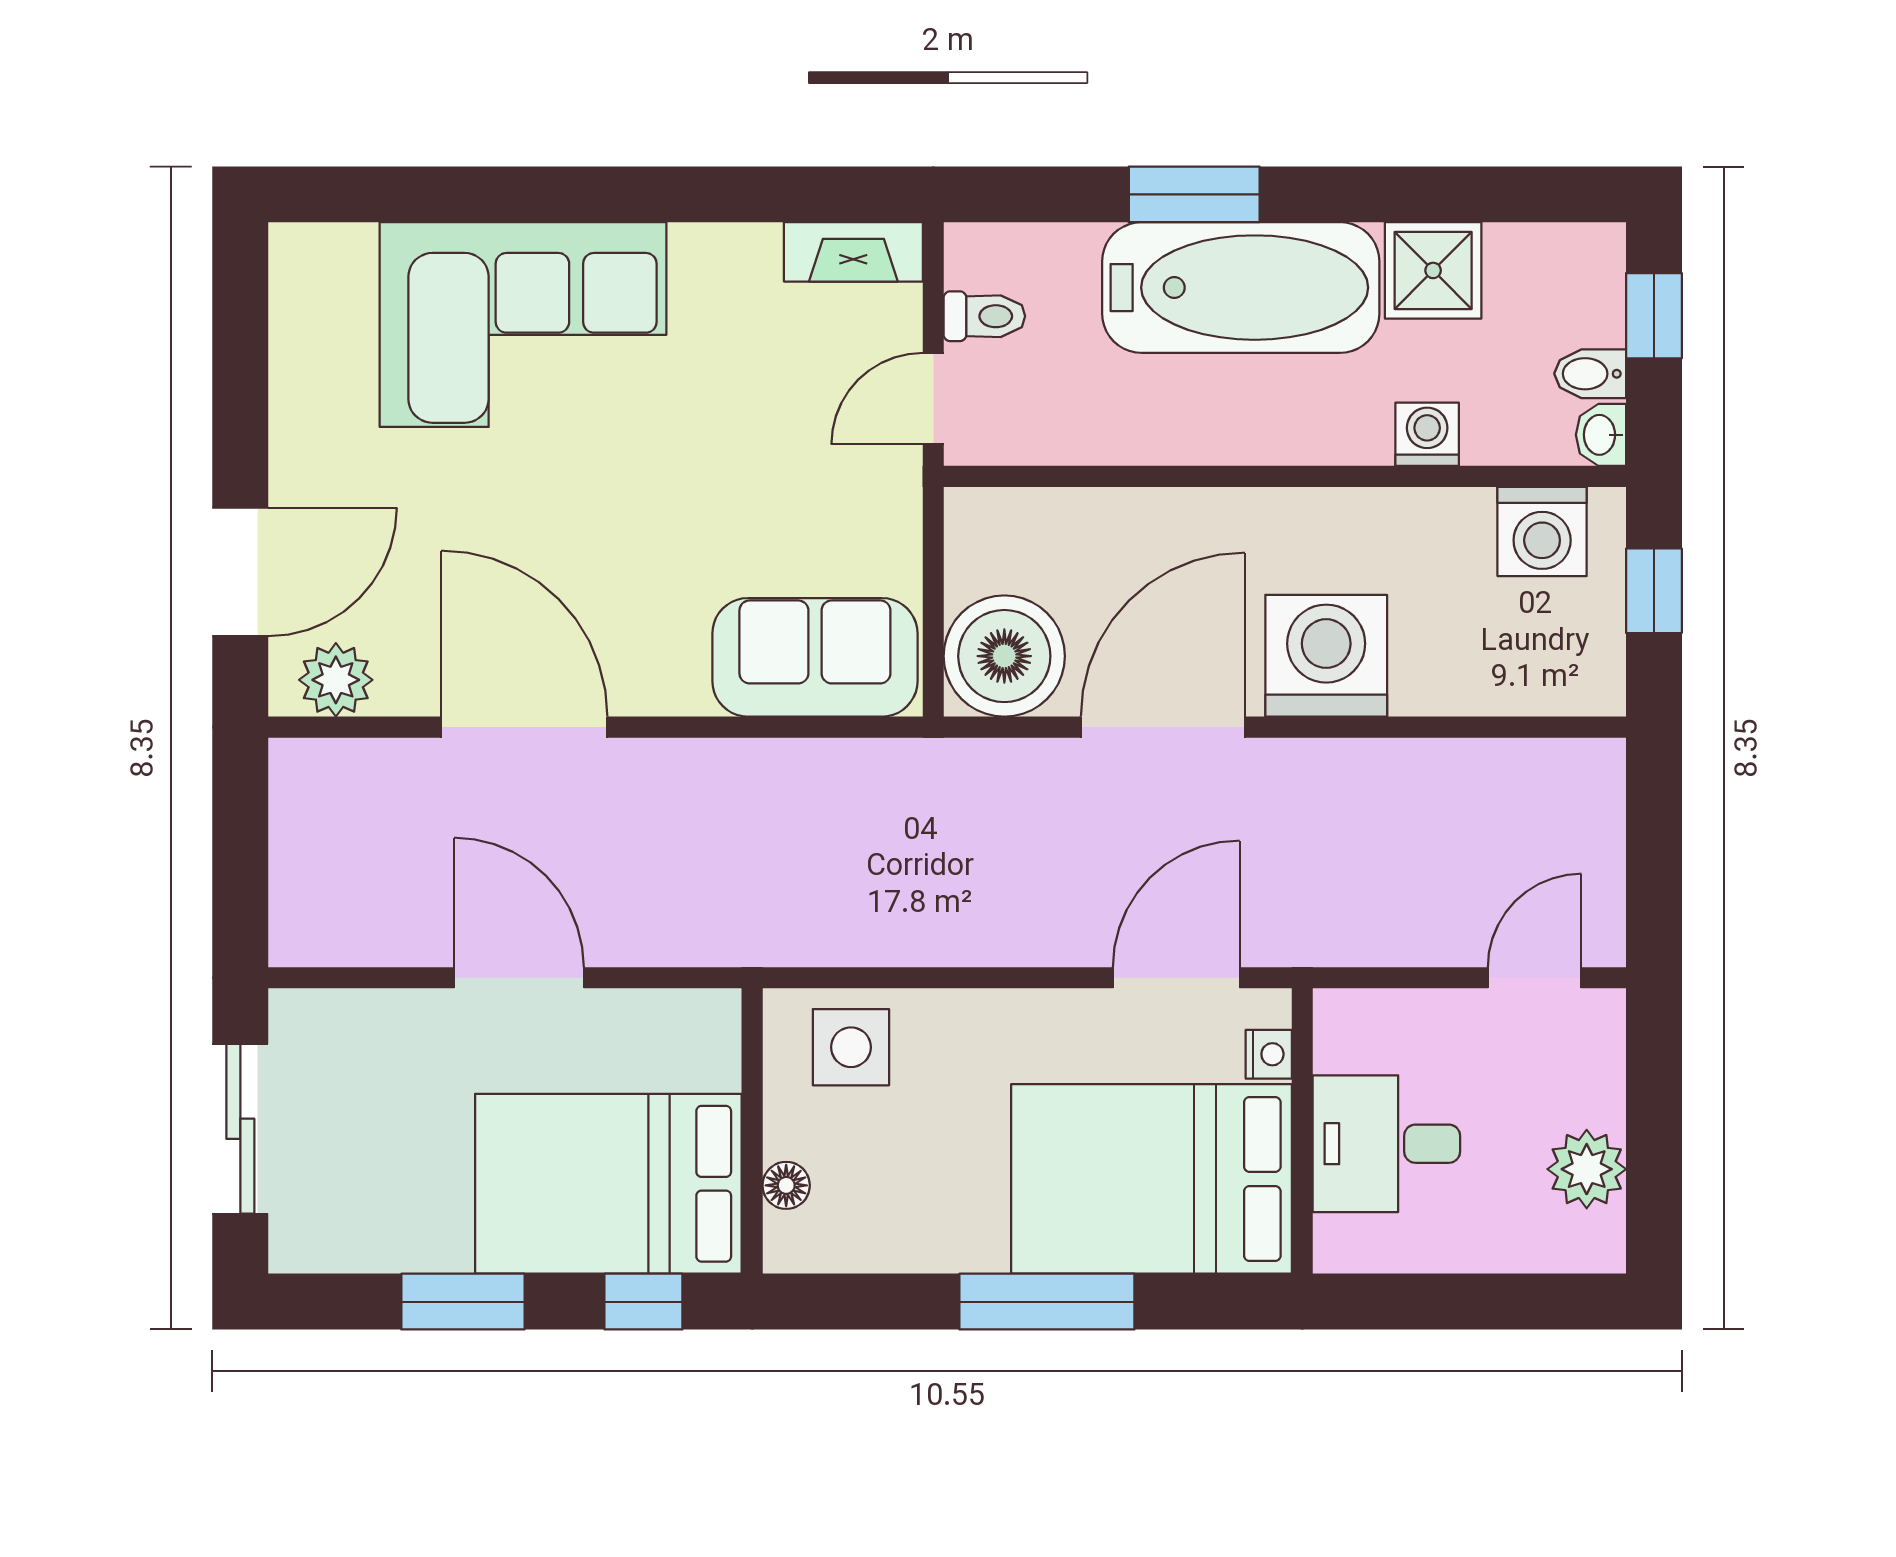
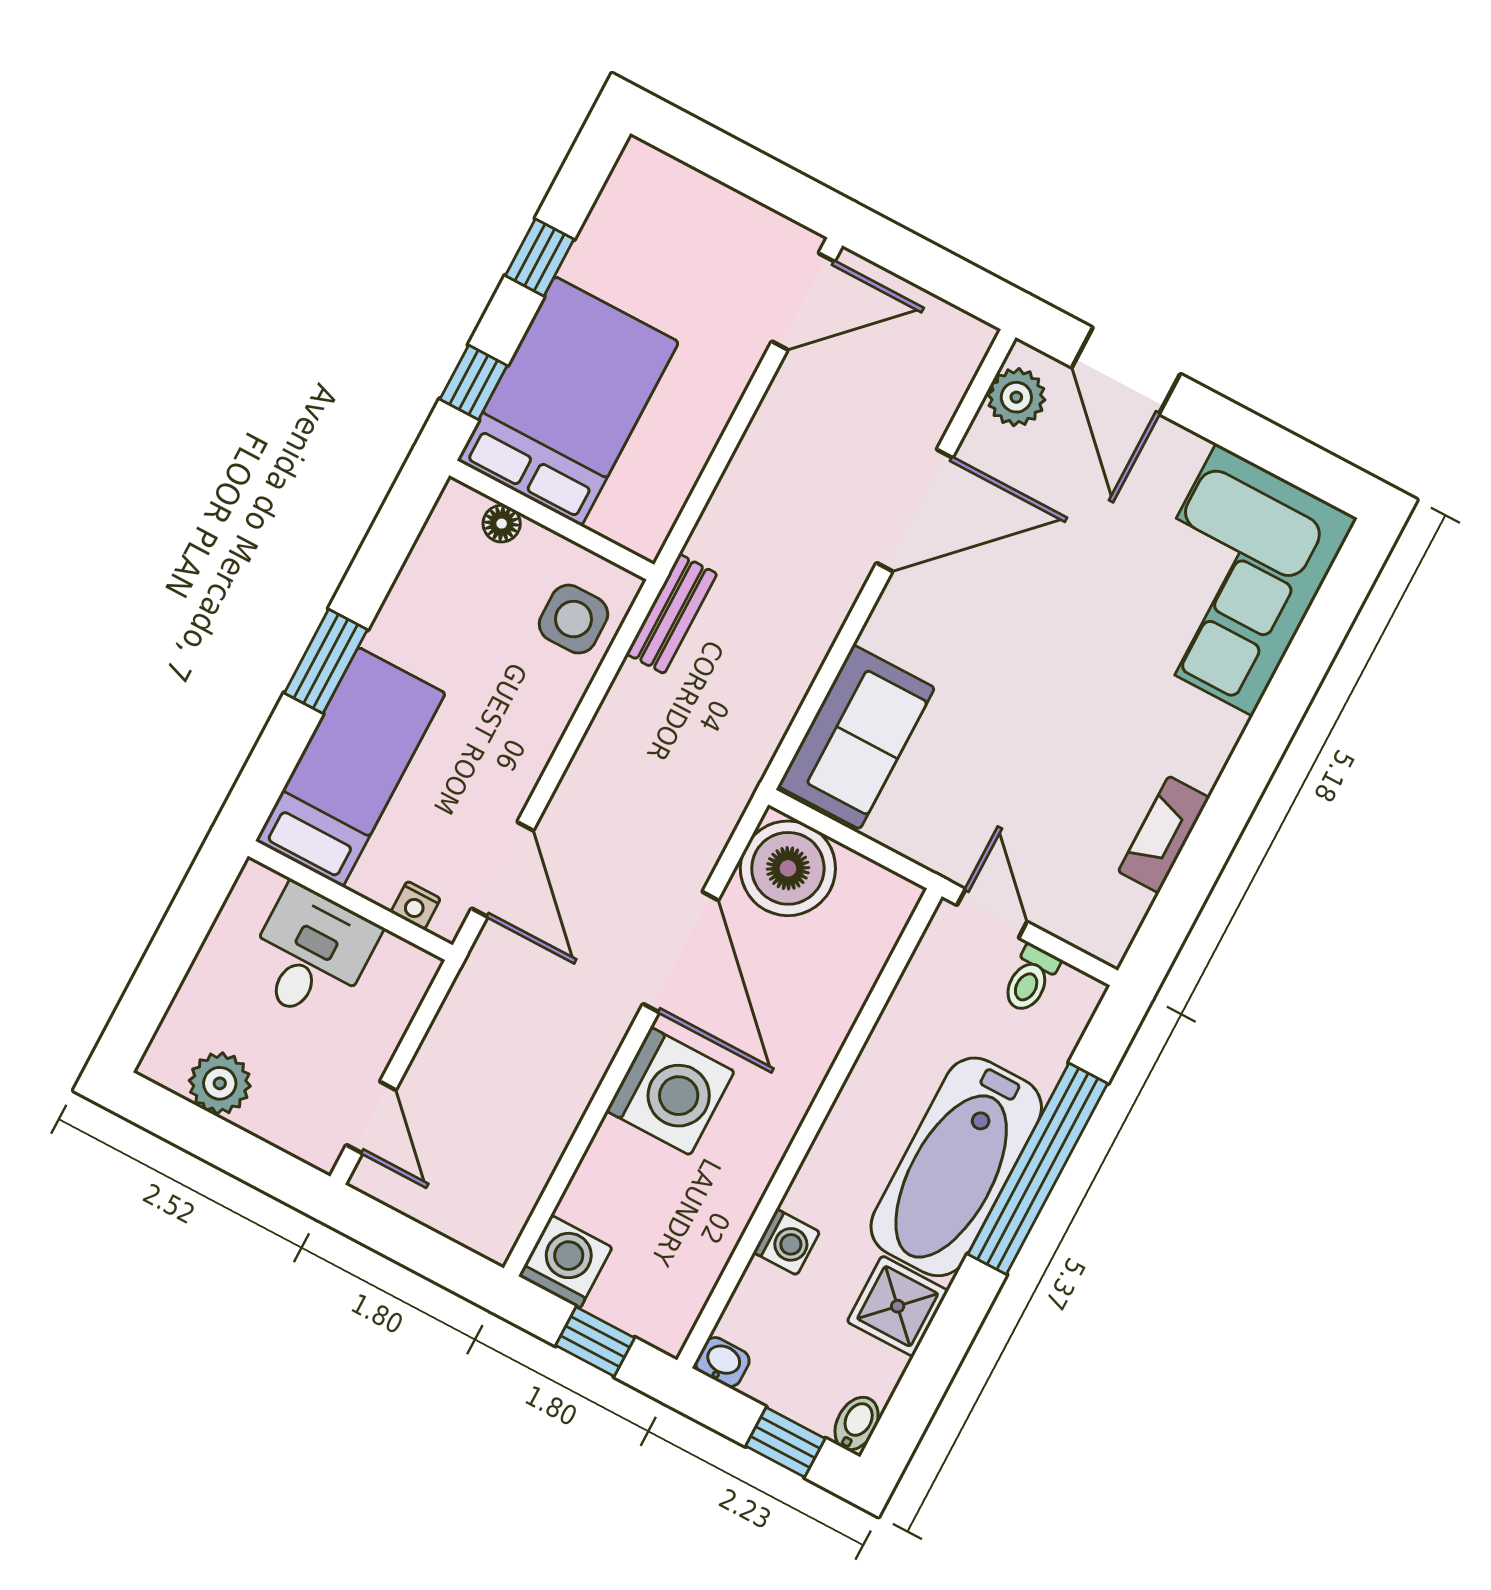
window: (1194, 194) -> (1038, 1169), width x2.11
fireplace: (853, 252) -> (1164, 835), moved
corner sofa: (523, 325) -> (1234, 580), moved
bidet: (1590, 374) -> (857, 1424), moved
washing machine: (1542, 531) -> (565, 1262), moved, turned 90
bench: (786, 940) -> (672, 614), added
door: (519, 978) -> (803, 301), moved
sliding door: (240, 1129) -> (741, 167), removed
bed: (1151, 1179) -> (350, 767), width x0.67
window: (463, 1302) -> (540, 257), width x0.67
window: (1047, 1302) -> (326, 661), width x0.69

